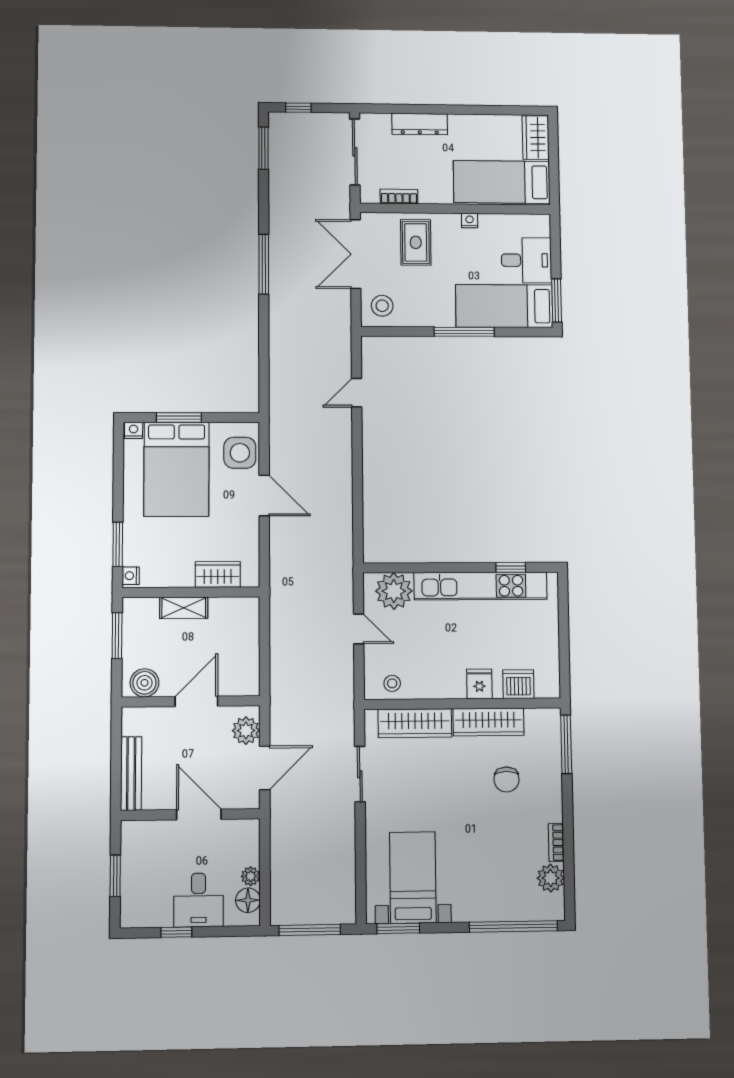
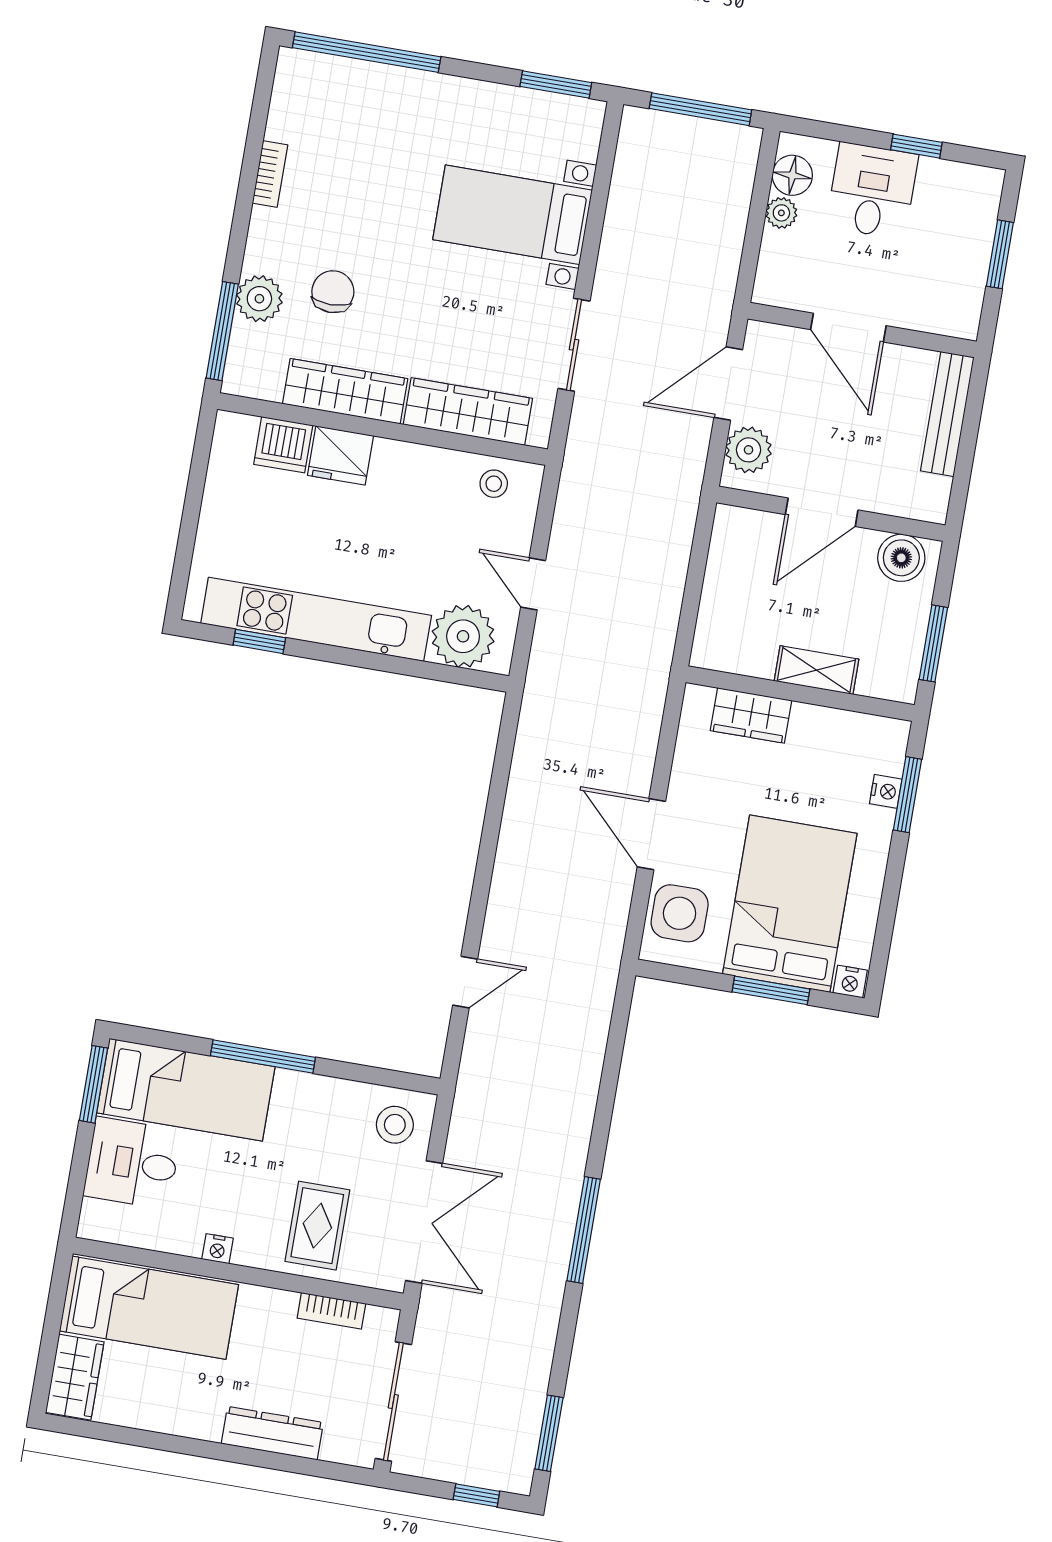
nightstand: (131, 576) -> (886, 791), moved
fridge: (479, 684) -> (340, 455), width x1.38
bed with nightstands: (413, 877) -> (512, 215), moved, turned 90
plant: (551, 878) -> (259, 299), moved

